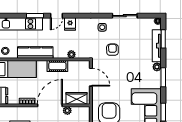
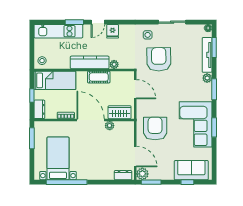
armchair: (112, 50) -> (159, 59), width x1.88, depth x1.88
kitchen counter: (35, 53) -> (90, 62), moved
door: (50, 105) -> (91, 120), hinge flipped

